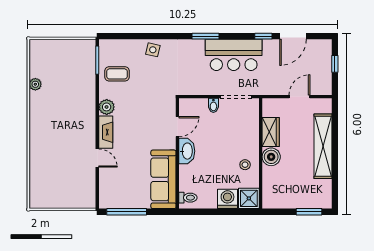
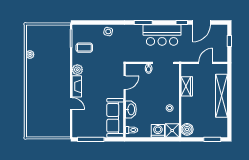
washbasin: (187, 151) -> (131, 109), moved
boiler: (271, 157) -> (187, 129), moved

